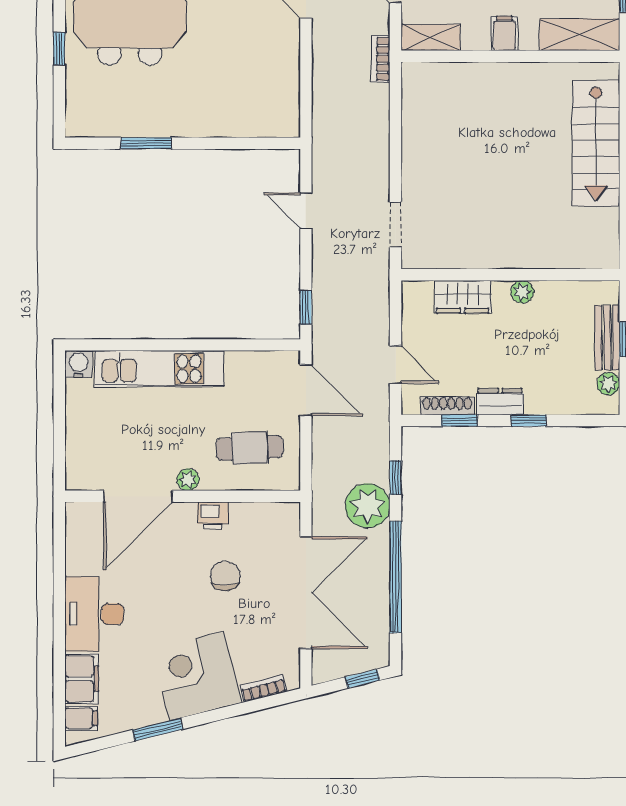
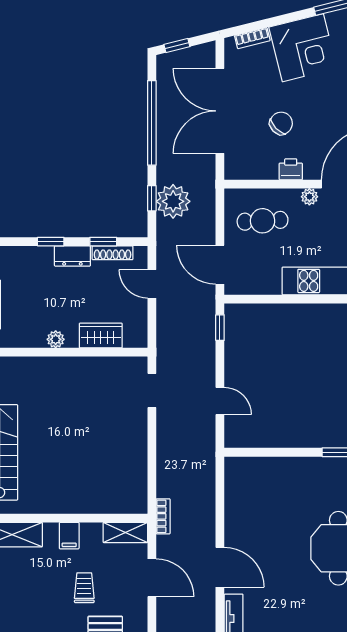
plant: (368, 506) -> (173, 201), moved
chair: (225, 576) -> (281, 123), turned -134

